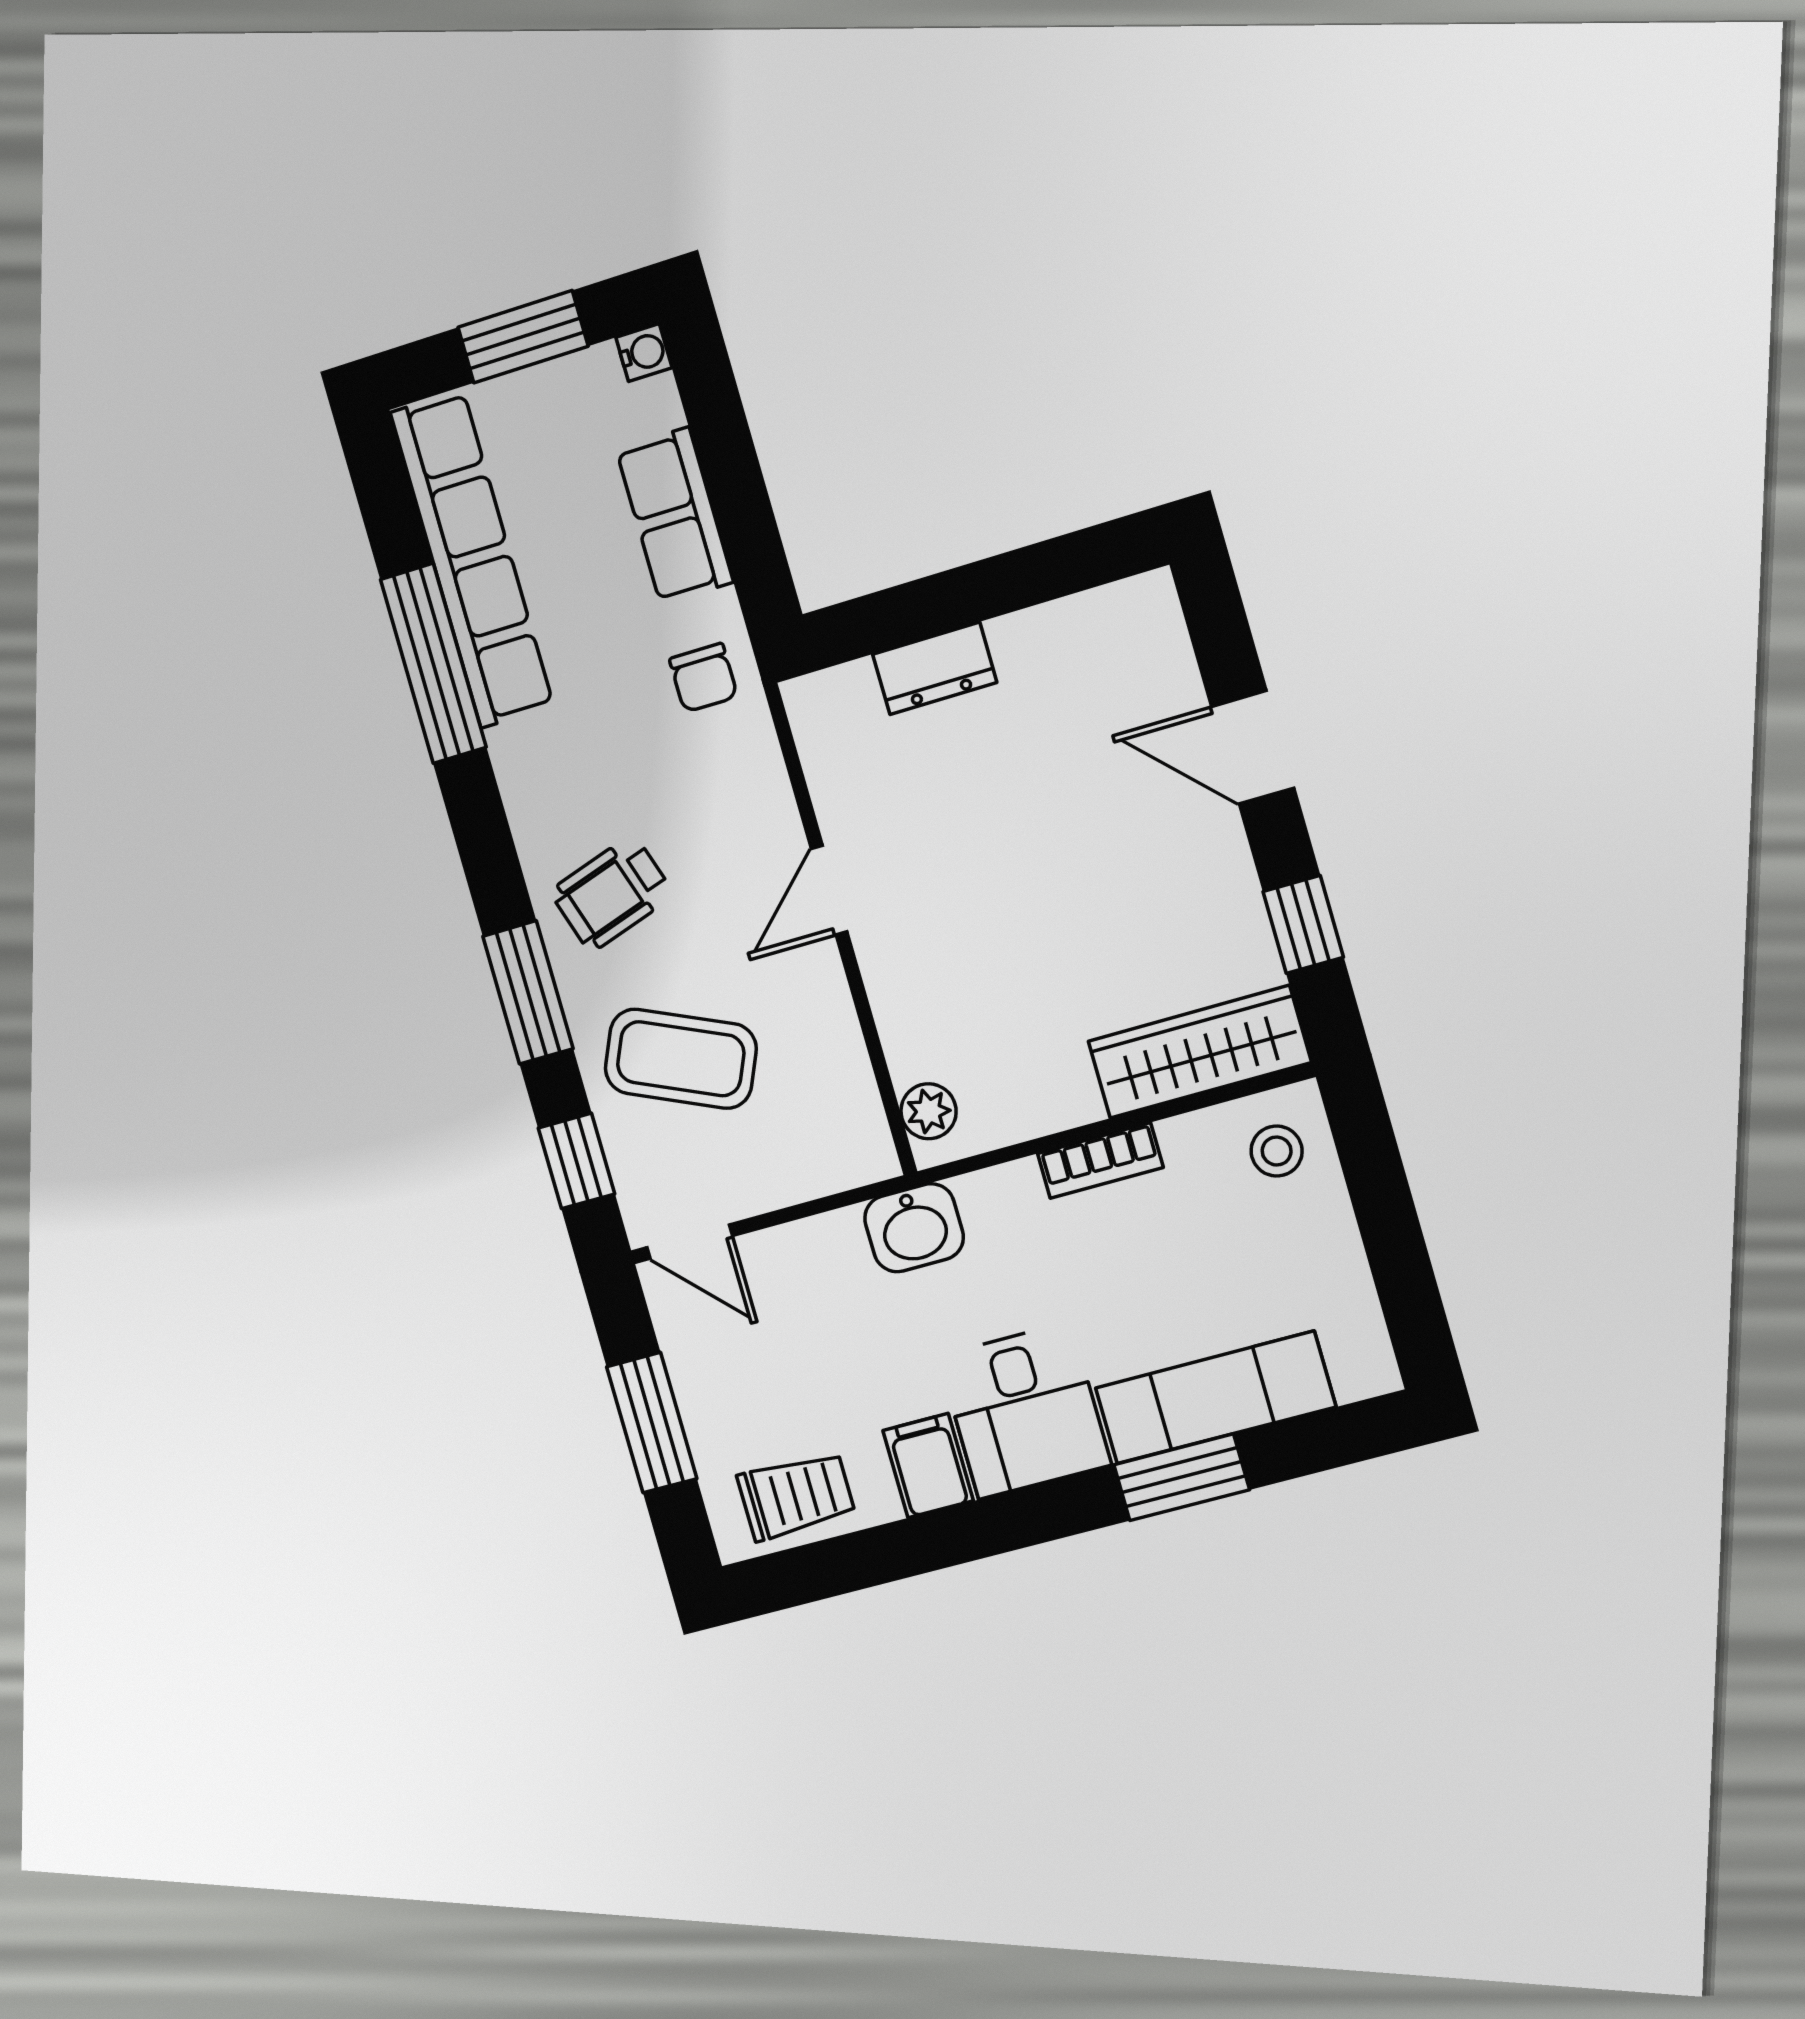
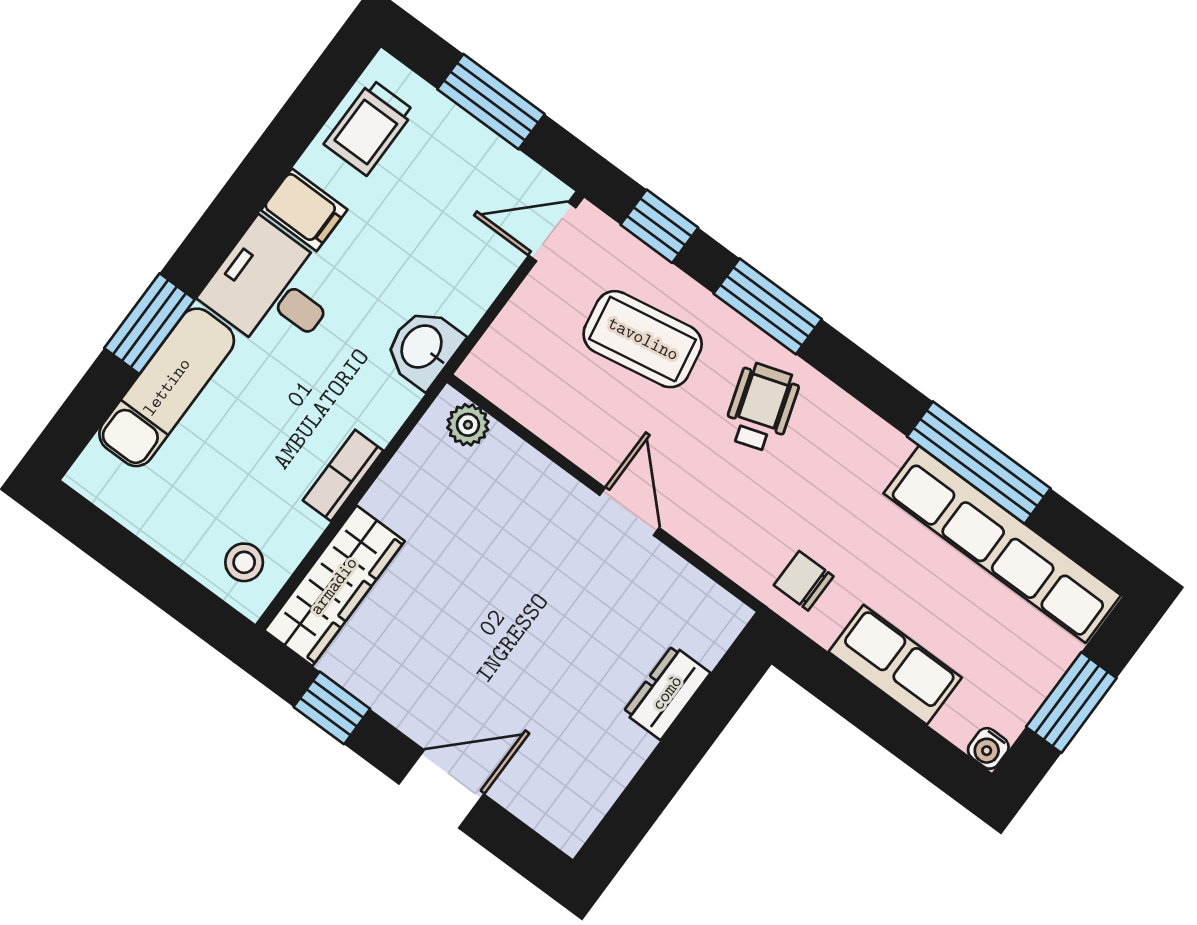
coffee table: (681, 1059) -> (643, 339), turned 56

